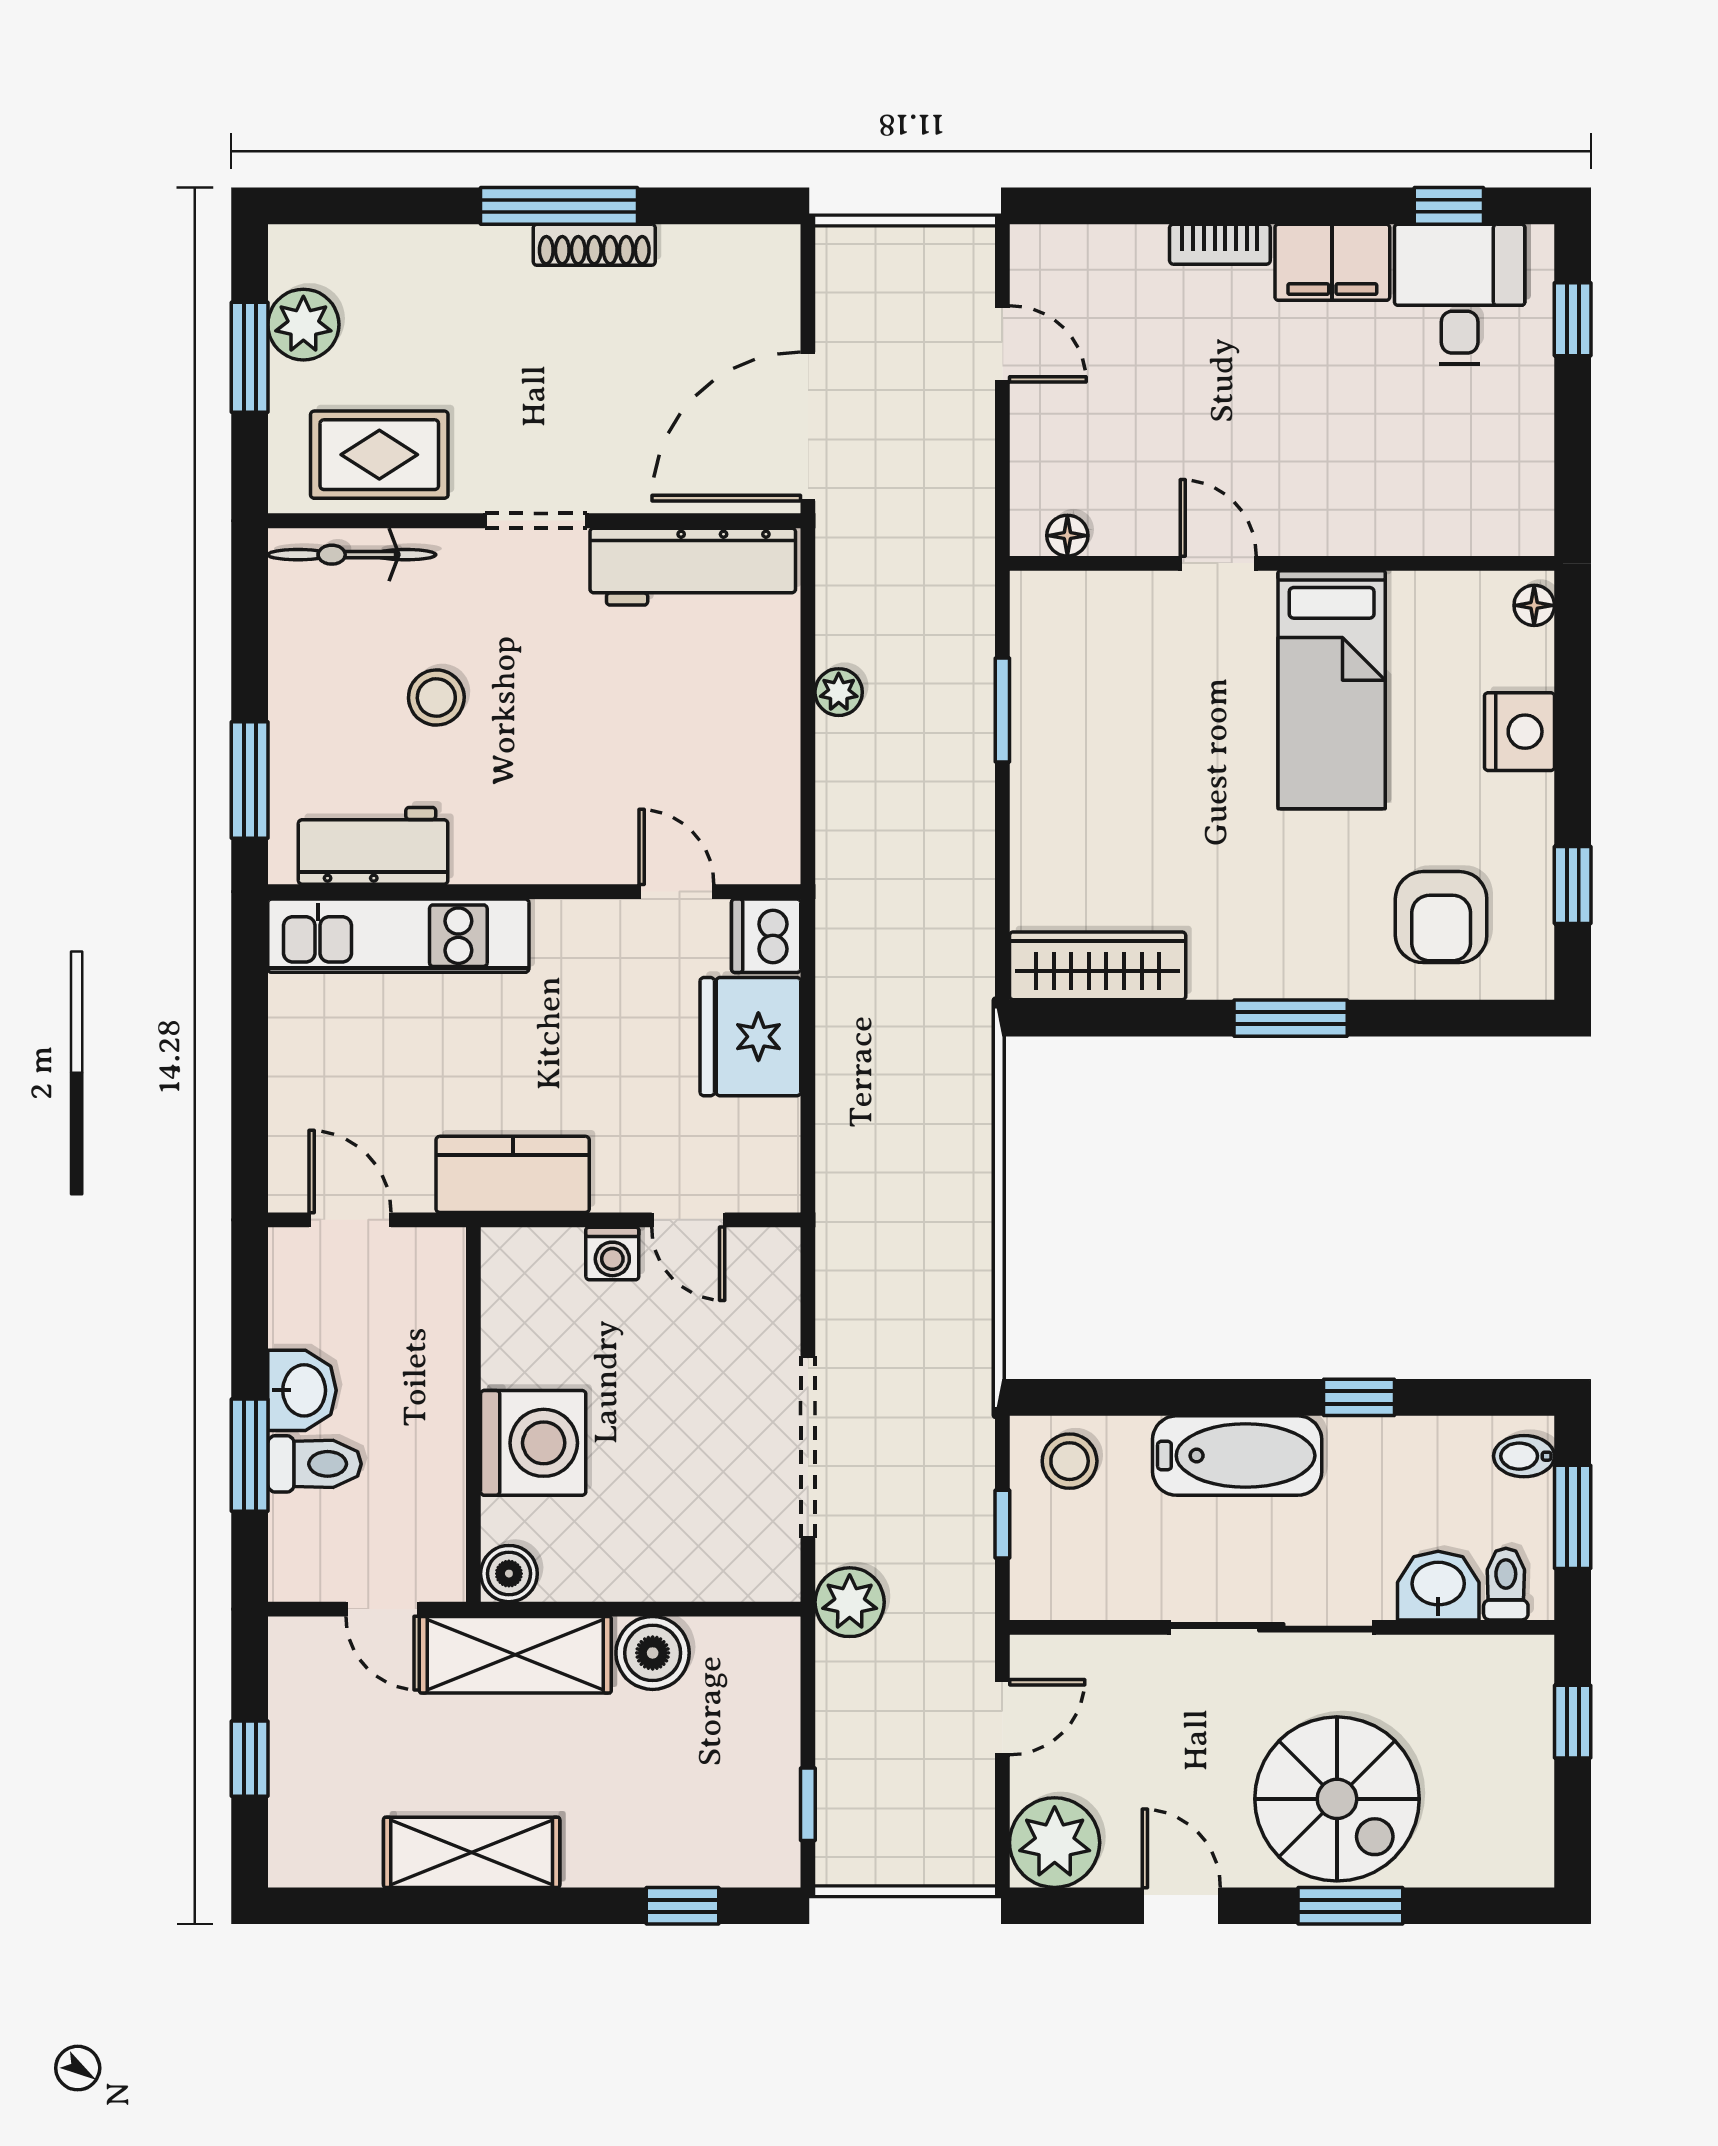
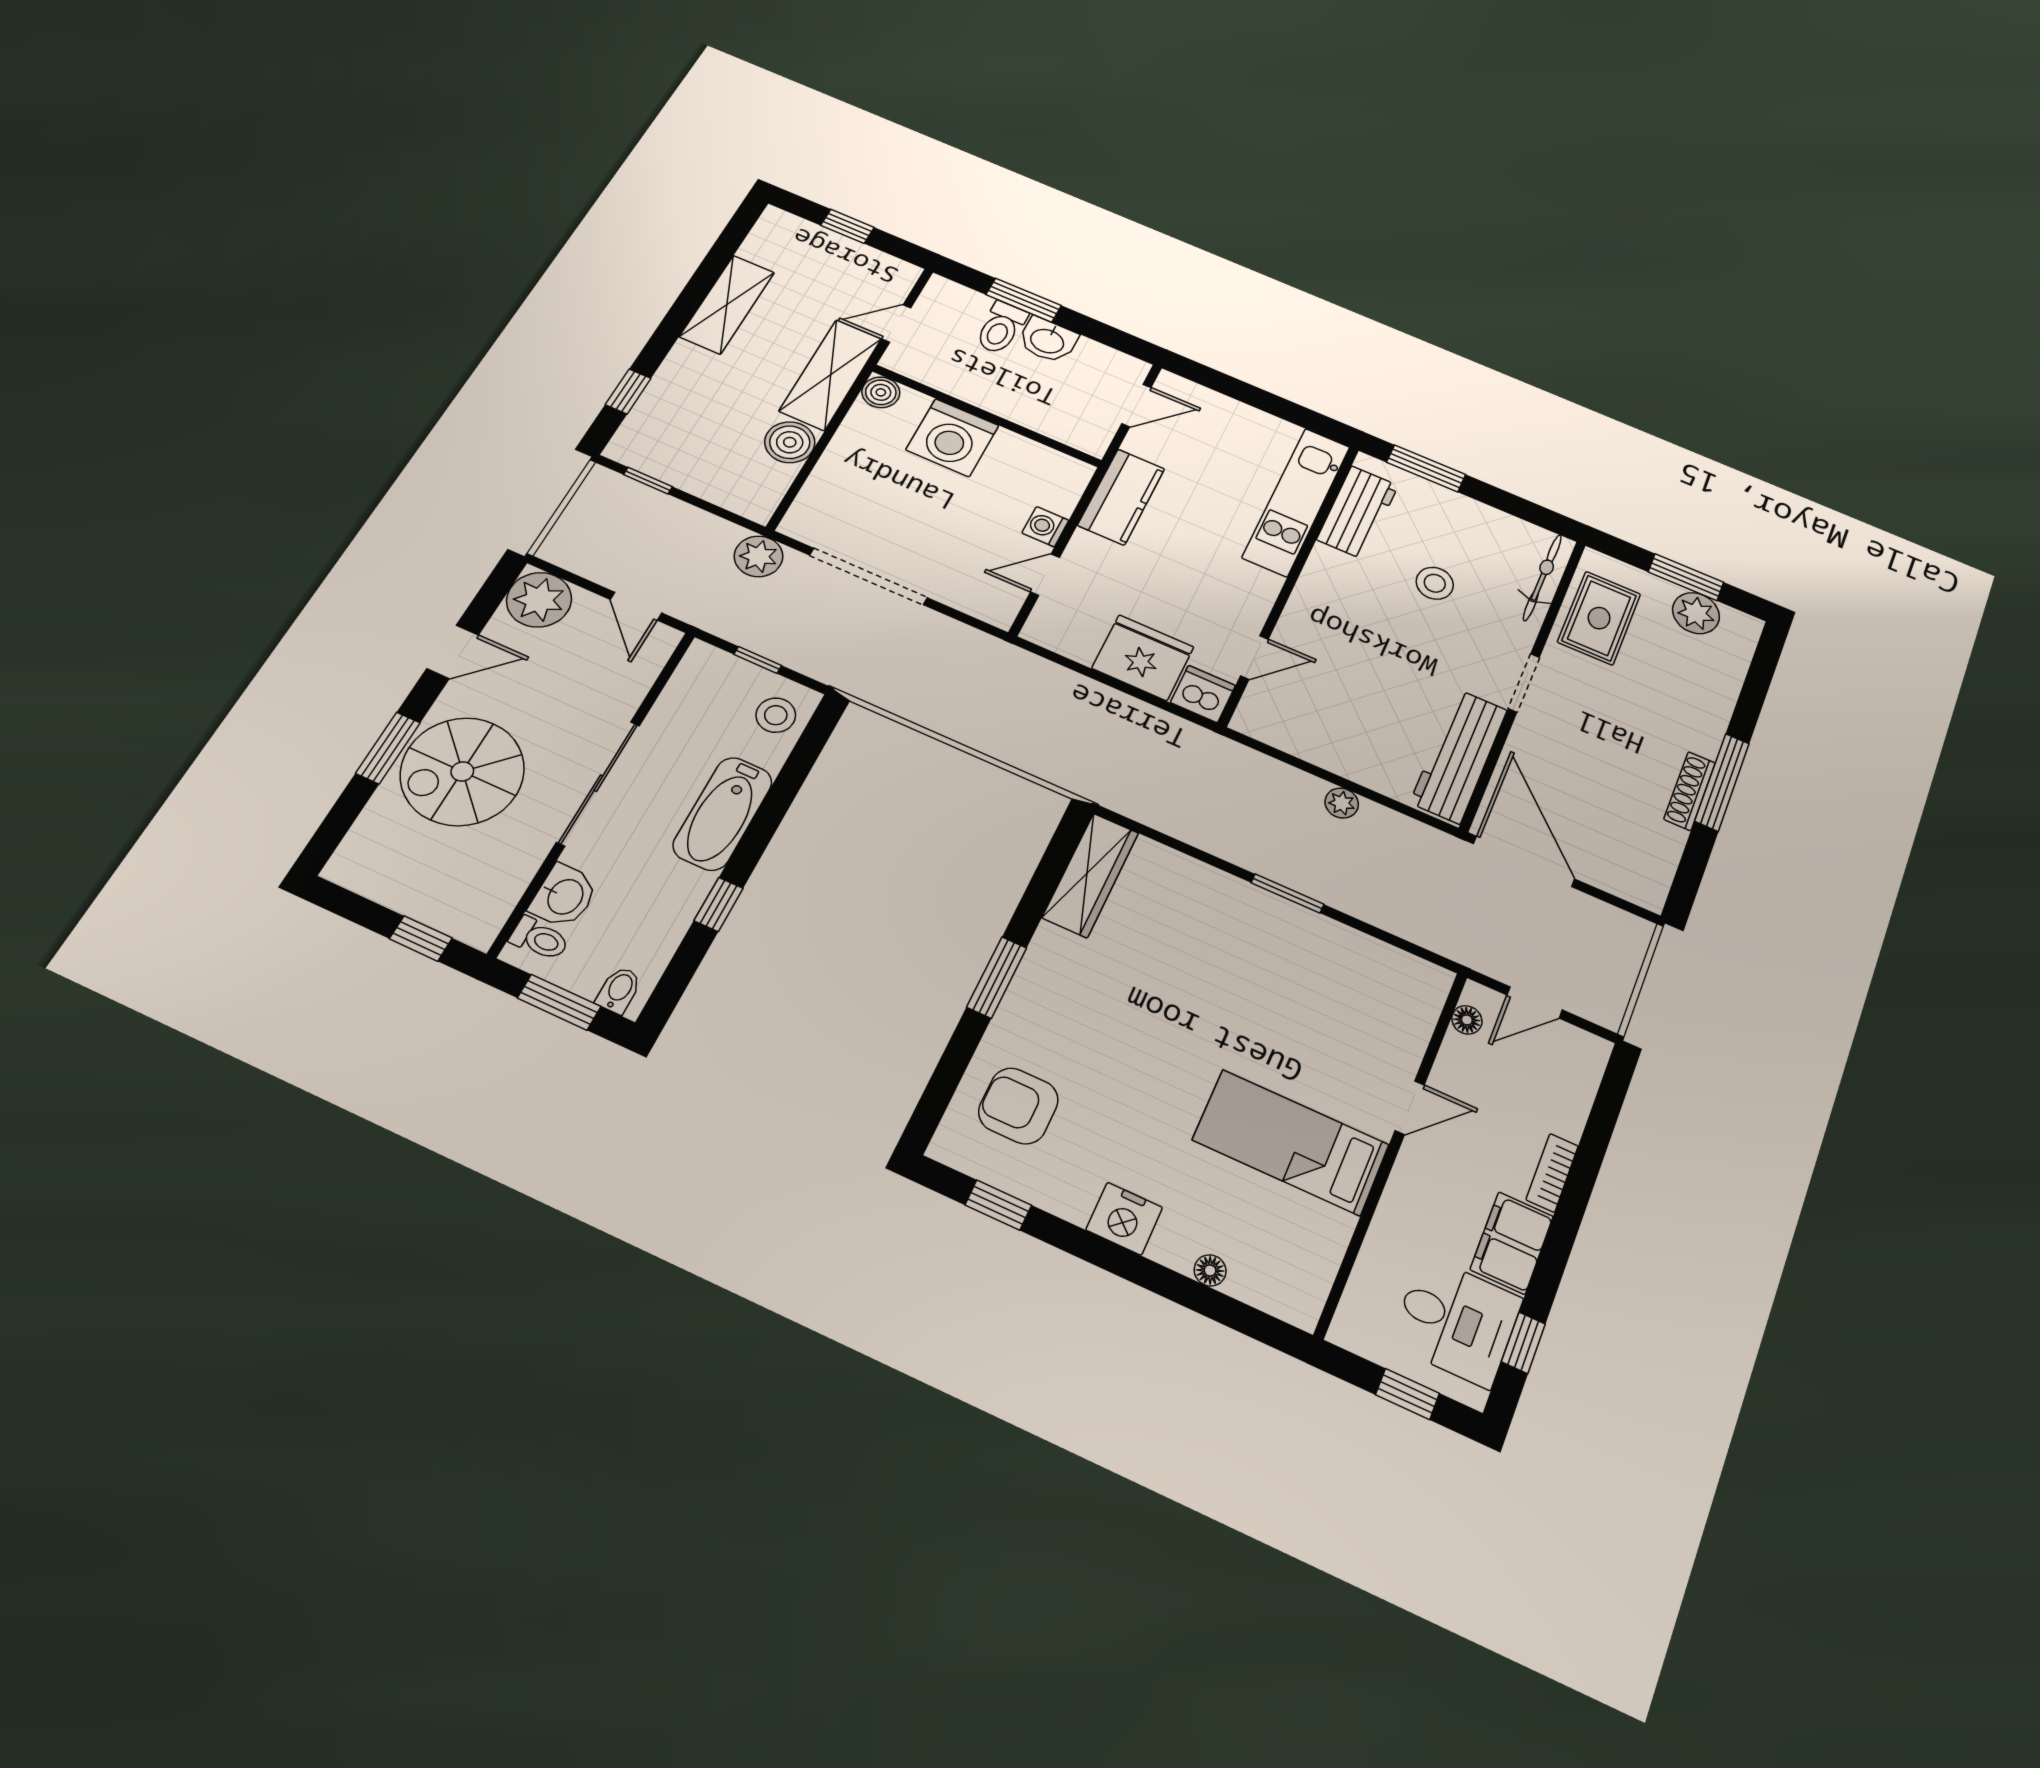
floor lamp: (1067, 536) -> (1467, 1020), moved
door: (1218, 563) -> (1410, 1108), moved
wall: (1282, 563) -> (1393, 1149), moved
bed: (1332, 690) -> (1291, 1142), moved

